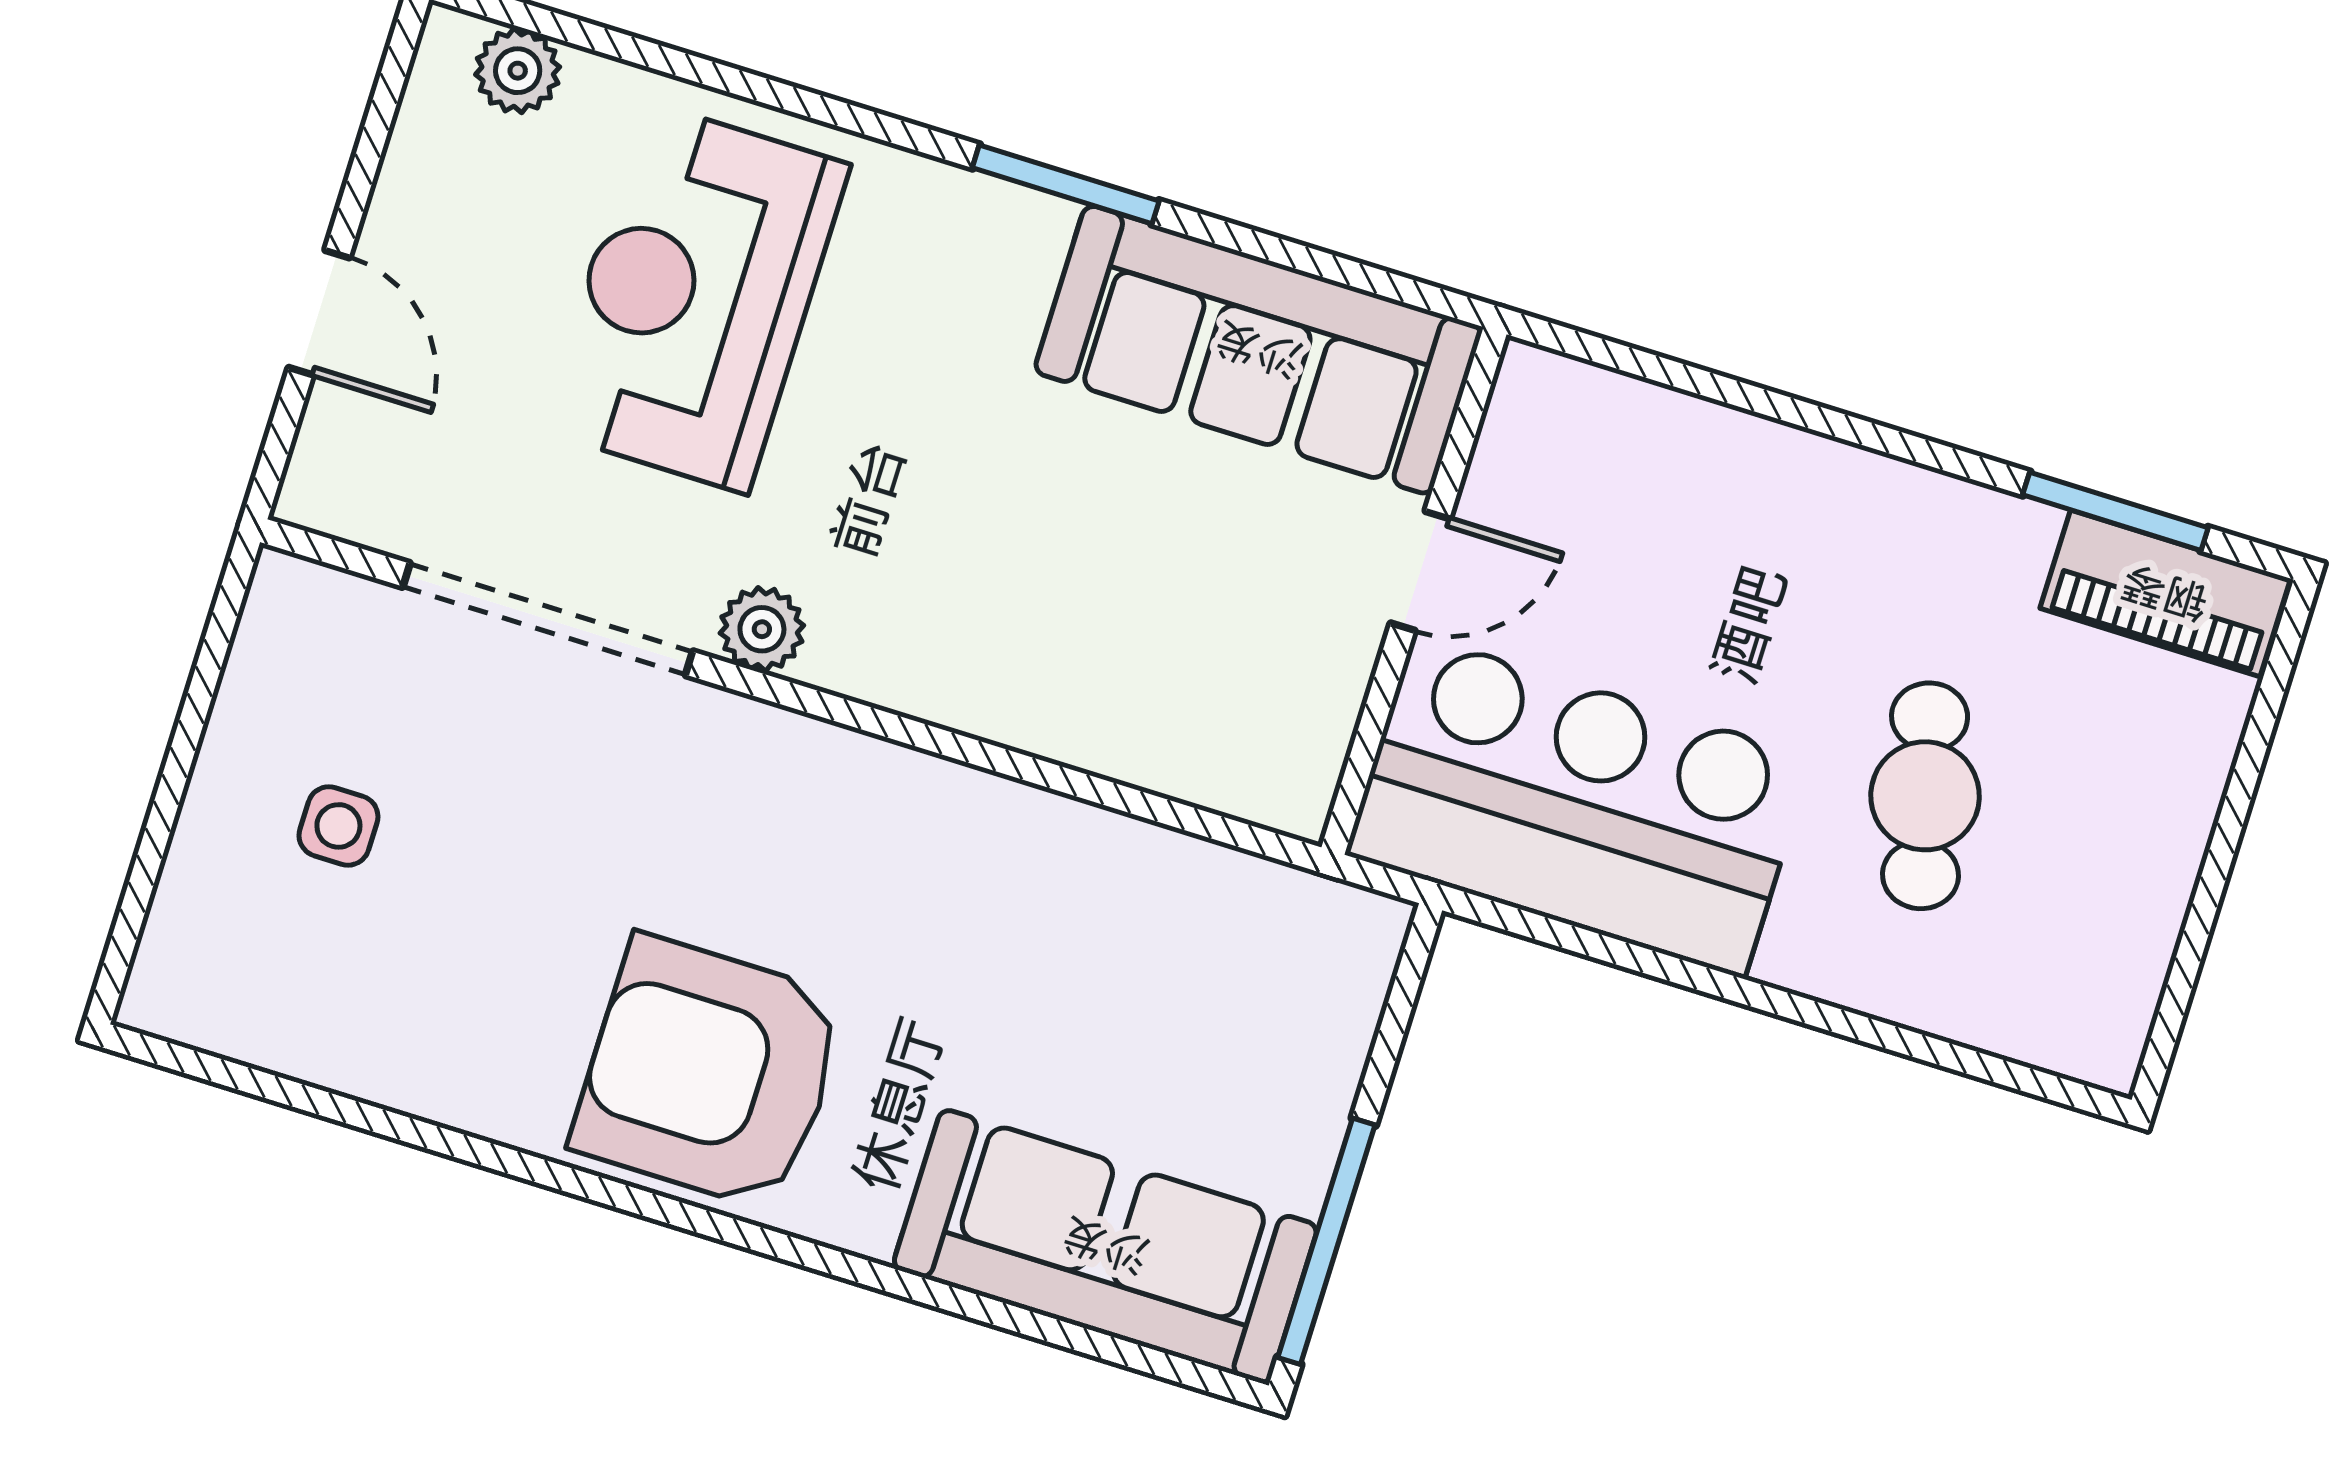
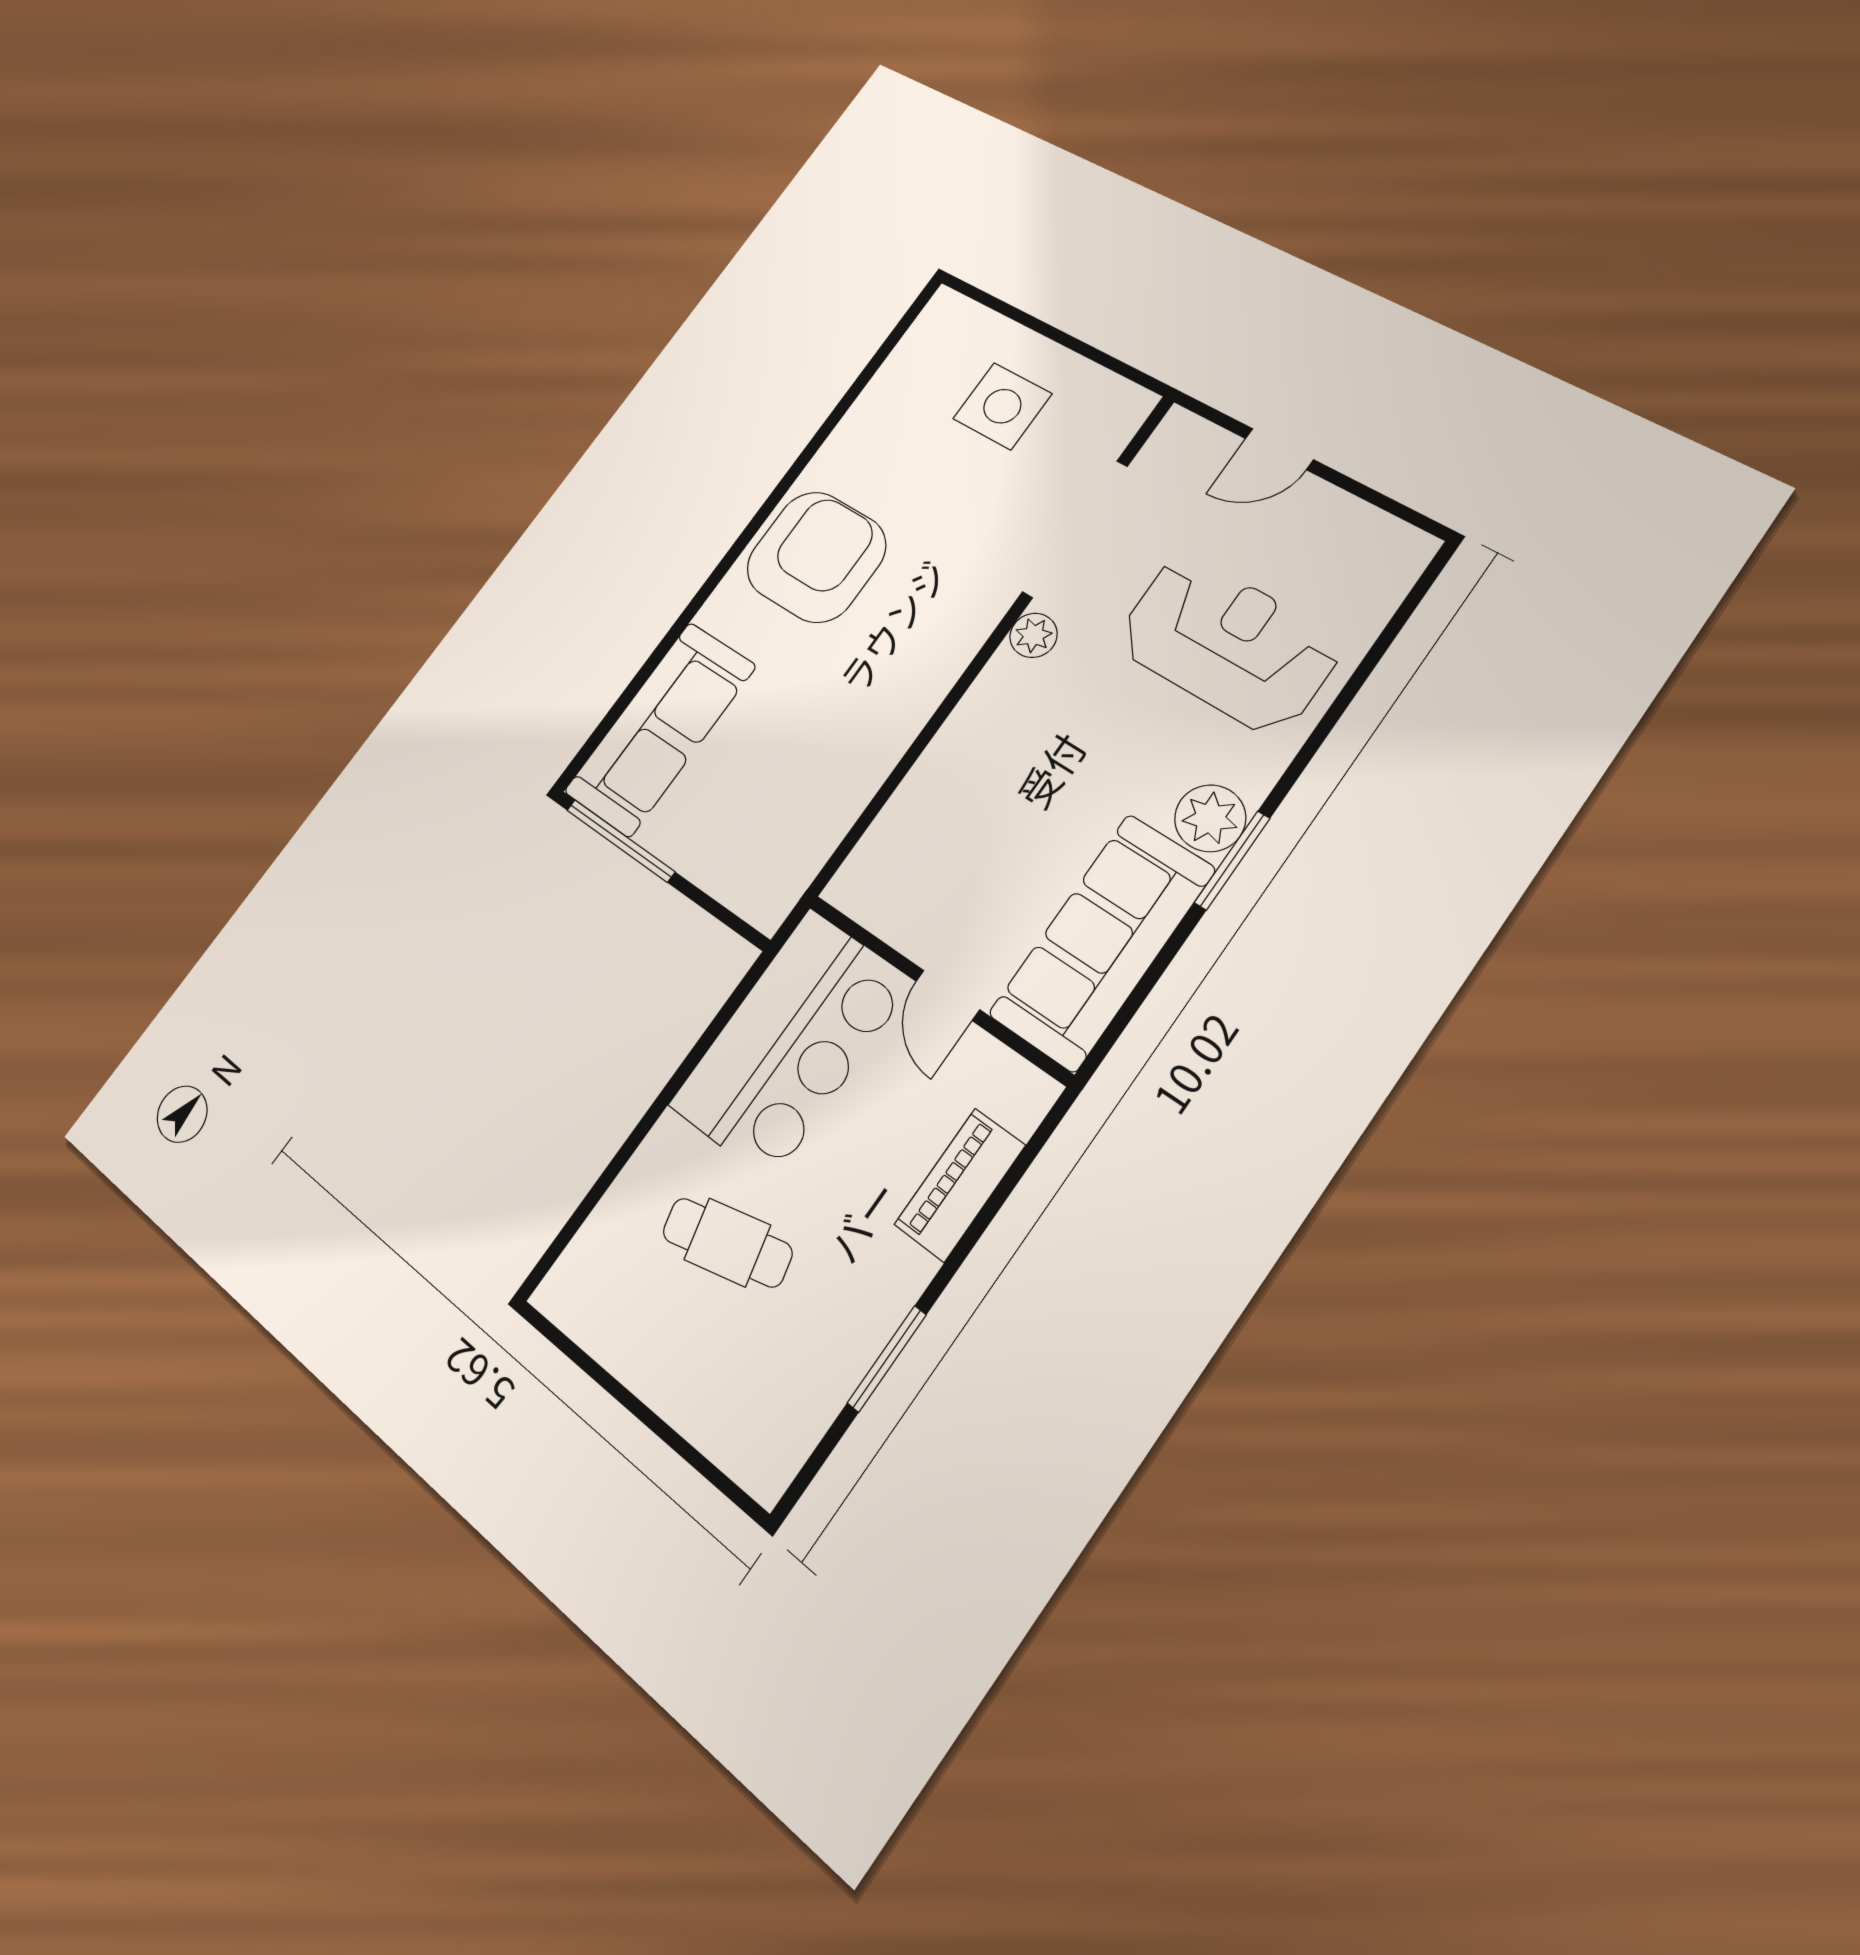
plant: (518, 71) -> (1210, 818), moved, width x1.38, depth x1.38
window: (2115, 511) -> (887, 1359), moved
piano: (2165, 593) -> (960, 1185), moved
side table: (338, 826) -> (1002, 406), width x1.87, depth x1.87

